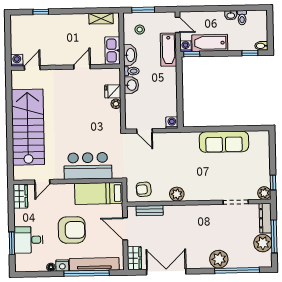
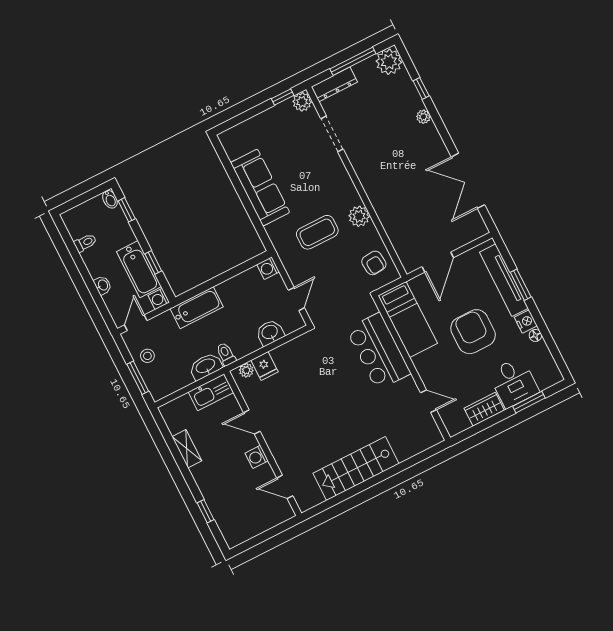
washbasin: (231, 15) -> (103, 285), moved
shelving: (101, 19) -> (187, 449), moved
stool: (140, 30) -> (147, 356), moved
bathtub: (168, 50) -> (197, 308), moved
window: (192, 54) -> (153, 262), moved
washing machine: (17, 60) -> (257, 457), moved
washbasin: (131, 85) -> (270, 333), moved
plant: (116, 104) -> (246, 370), moved
stairs: (28, 127) -> (356, 468), width x0.73, depth x0.66
coffee table: (179, 164) -> (317, 232), added
wardrobe: (20, 196) -> (484, 409), moved
bench: (150, 211) -> (398, 242), removed
plant: (263, 243) -> (389, 62), moved
wardrobe: (134, 258) -> (470, 231), removed
plant: (219, 259) -> (423, 117), width x0.53, depth x0.53
window: (237, 270) -> (421, 88), width x0.32
window: (87, 273) -> (521, 285), width x0.47

